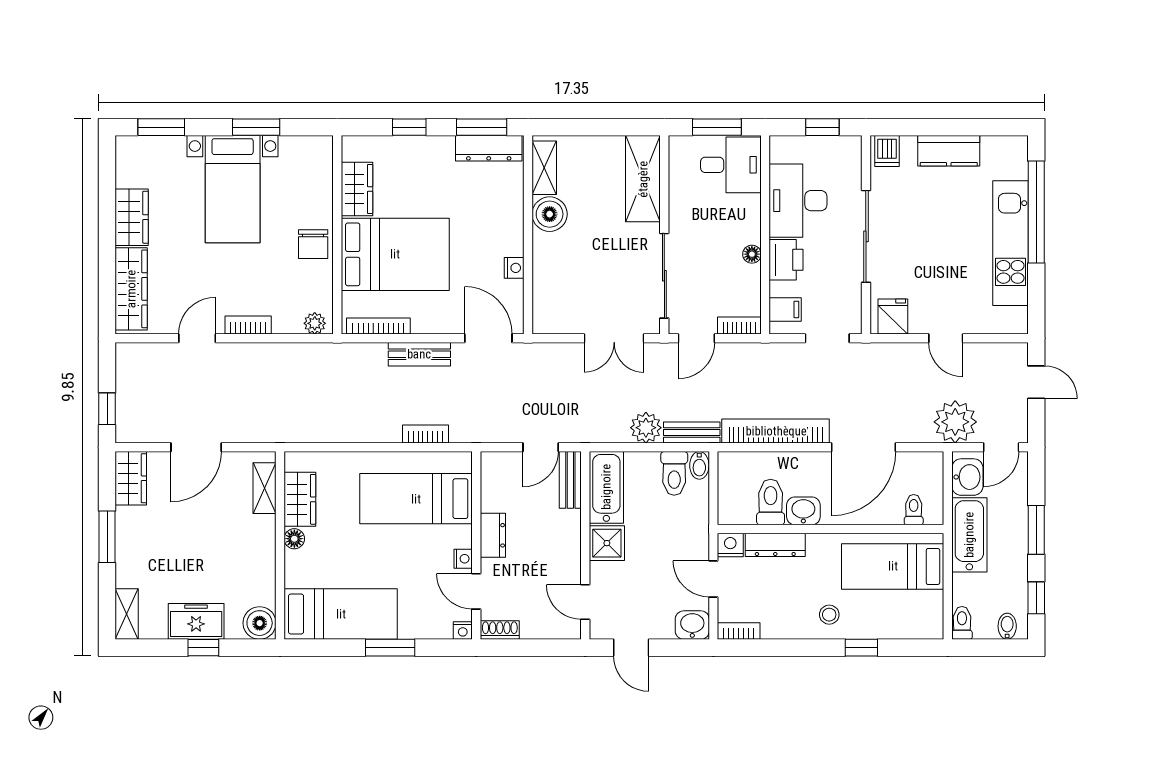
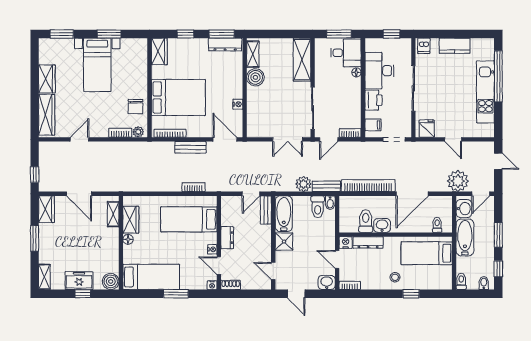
wardrobe: (357, 189) -> (159, 51), moved
chair: (313, 244) -> (136, 107), moved
floor lamp: (752, 254) -> (356, 72), moved
bookcase: (248, 325) -> (120, 133), moved
door: (196, 447) -> (79, 194), hinge flipped

